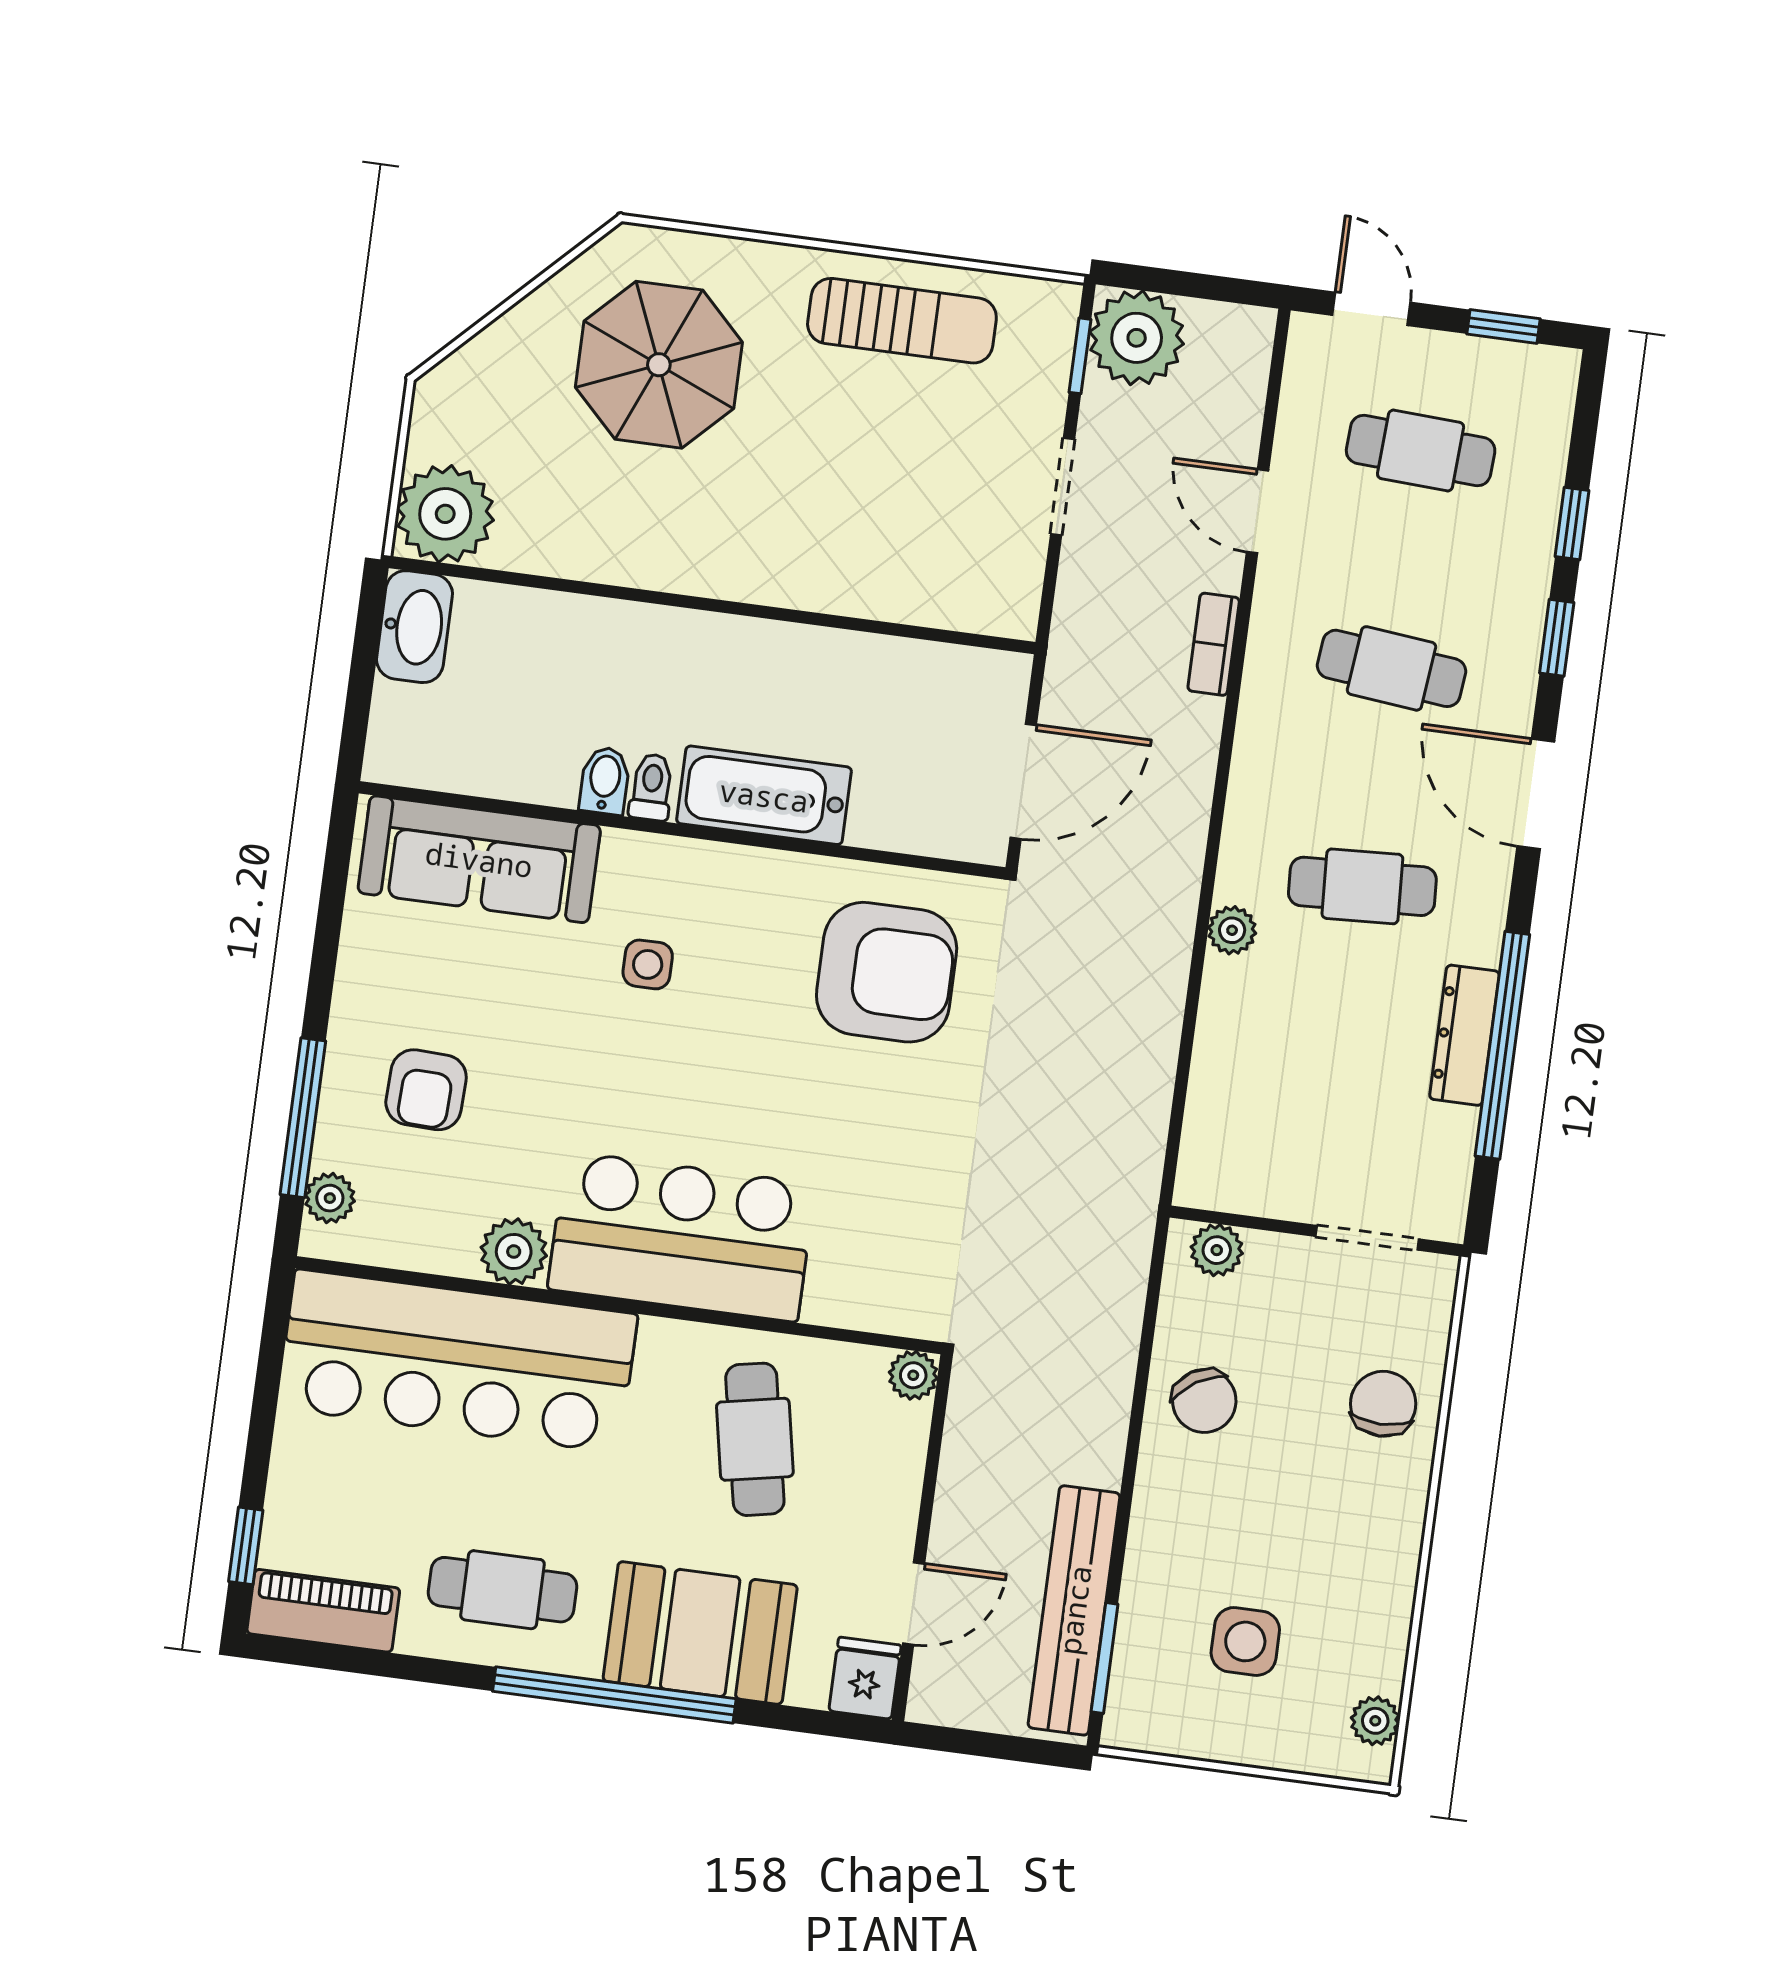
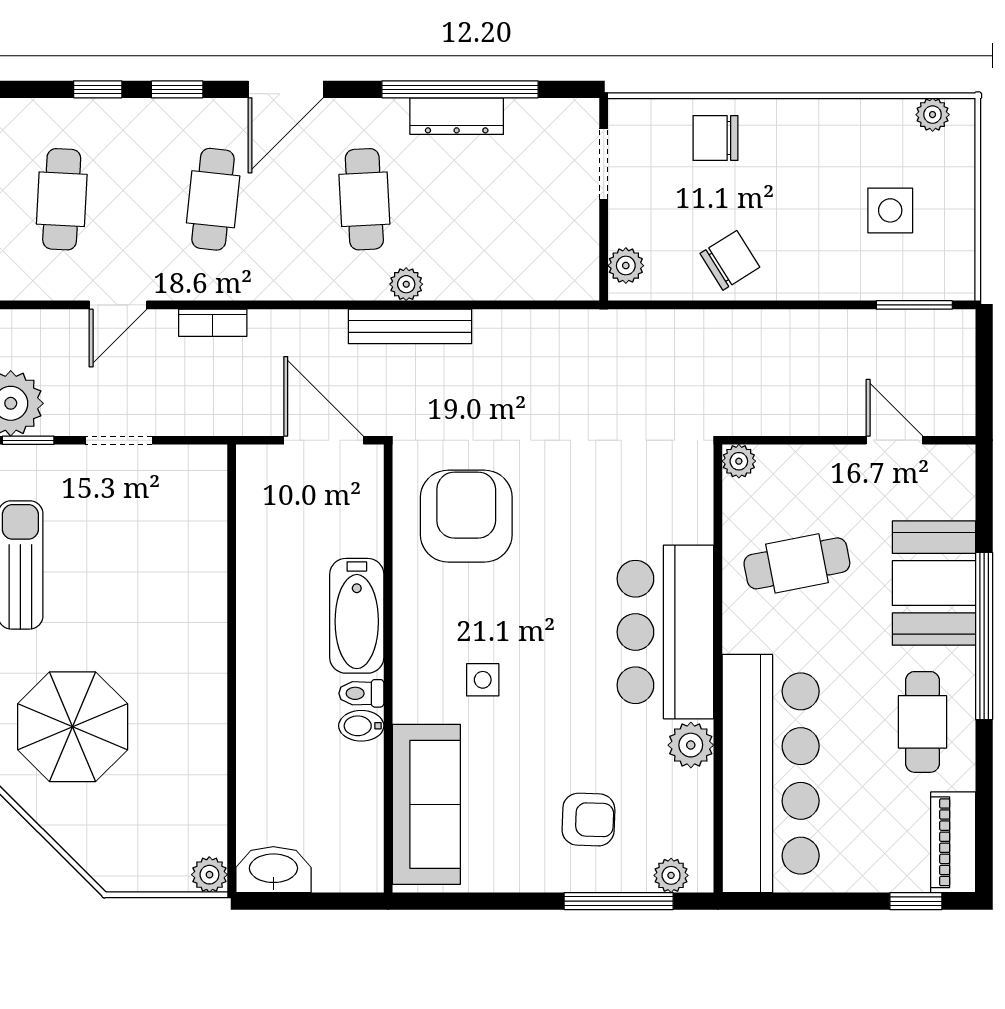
plant: (445, 514) -> (209, 875), width x0.53, depth x0.53
bench: (1074, 1610) -> (410, 326), moved, width x0.73, depth x0.82
fridge: (865, 1678) -> (950, 467), removed

